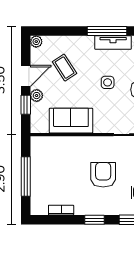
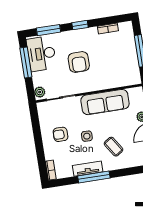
coffee table: (65, 68) -> (114, 147), moved
sofa: (71, 121) -> (105, 102), width x1.36

